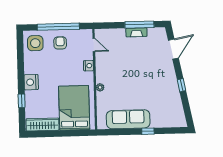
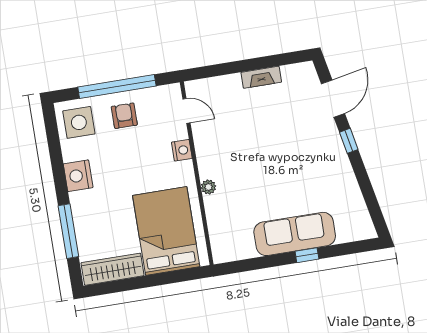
window: (139, 25) -> (265, 62), removed
nightstand: (31, 82) -> (78, 176), moved
window: (182, 85) -> (349, 141), moved
window: (22, 101) -> (68, 231), width x2.17
sofa: (128, 119) -> (295, 234), moved

